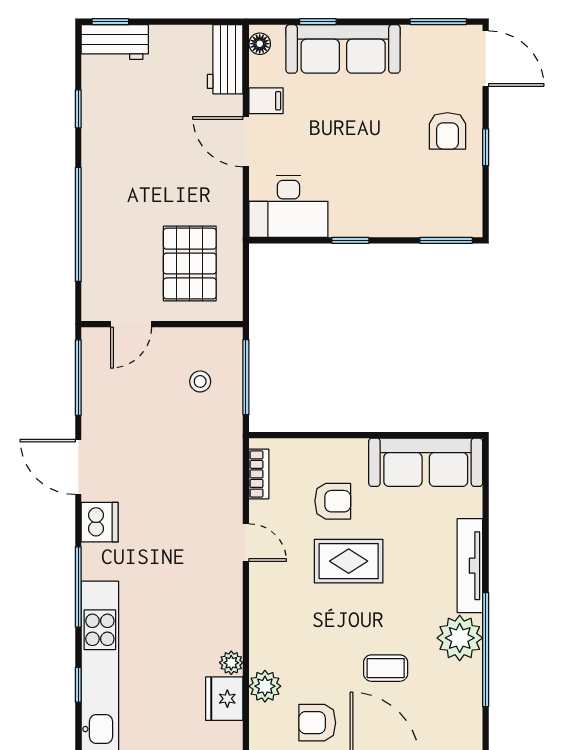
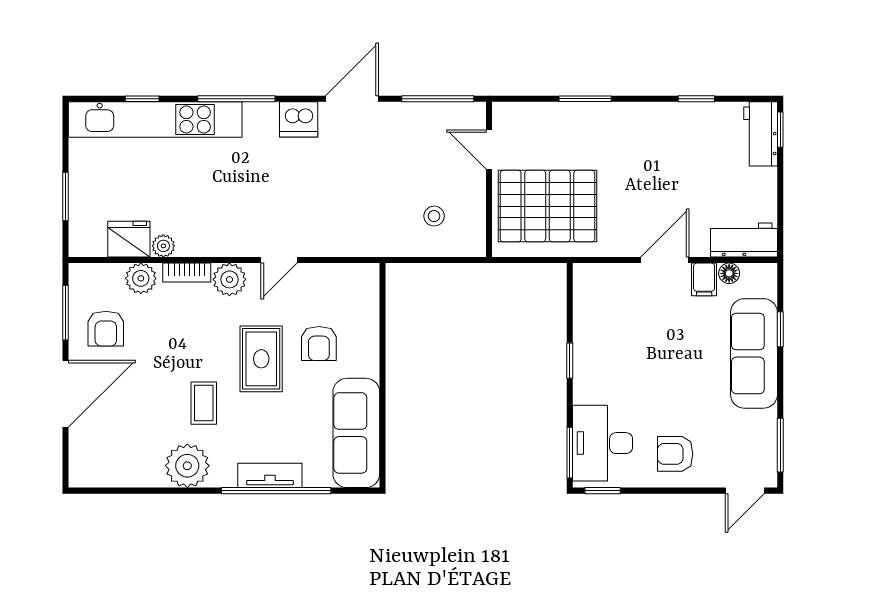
floor lamp: (260, 44) -> (729, 273), moved
door: (486, 59) -> (745, 491), width x0.73
window: (486, 147) -> (603, 491), moved
desk: (288, 206) -> (603, 443), moved
window: (78, 224) -> (585, 99), width x0.47
pallet: (190, 264) -> (547, 206), width x1.37, depth x1.41
window: (246, 377) -> (438, 260), removed
bookcase: (259, 474) -> (187, 273), moved
tv unit: (470, 566) -> (270, 475), width x0.71
plant: (266, 594) -> (229, 279), added
window: (486, 650) -> (276, 491), moved
coffee table: (386, 668) -> (204, 403), moved
armchair: (317, 723) -> (106, 329), turned 180

